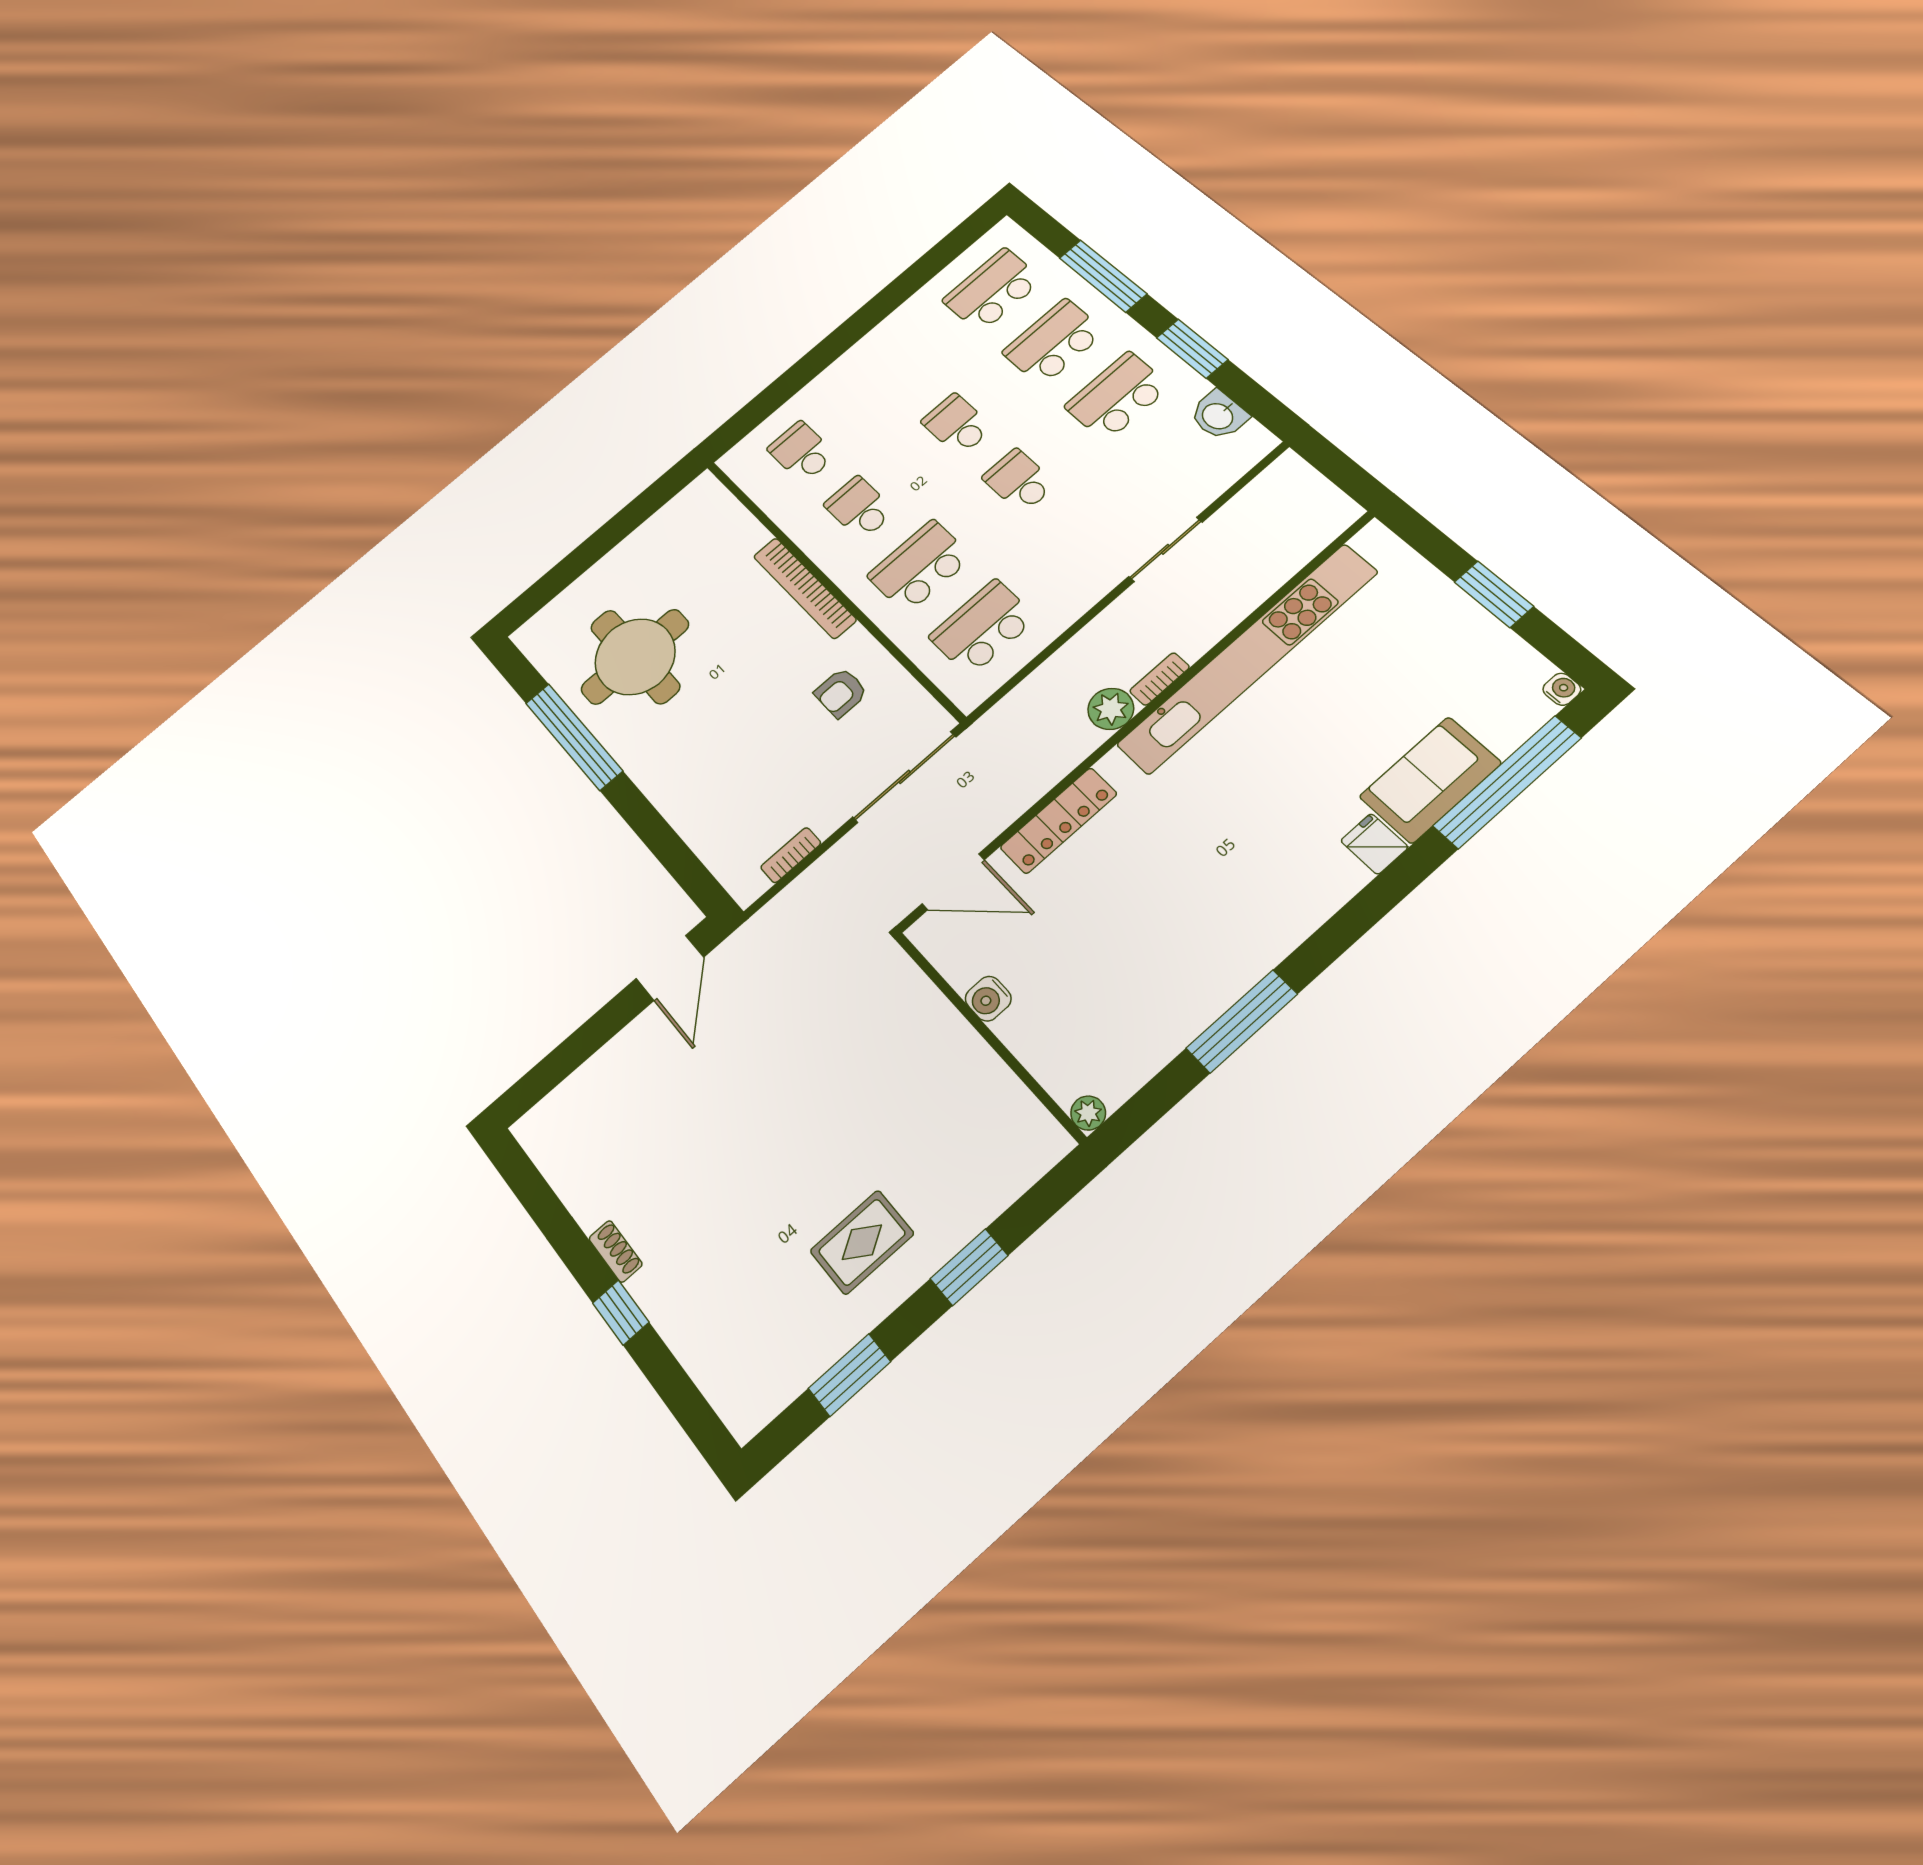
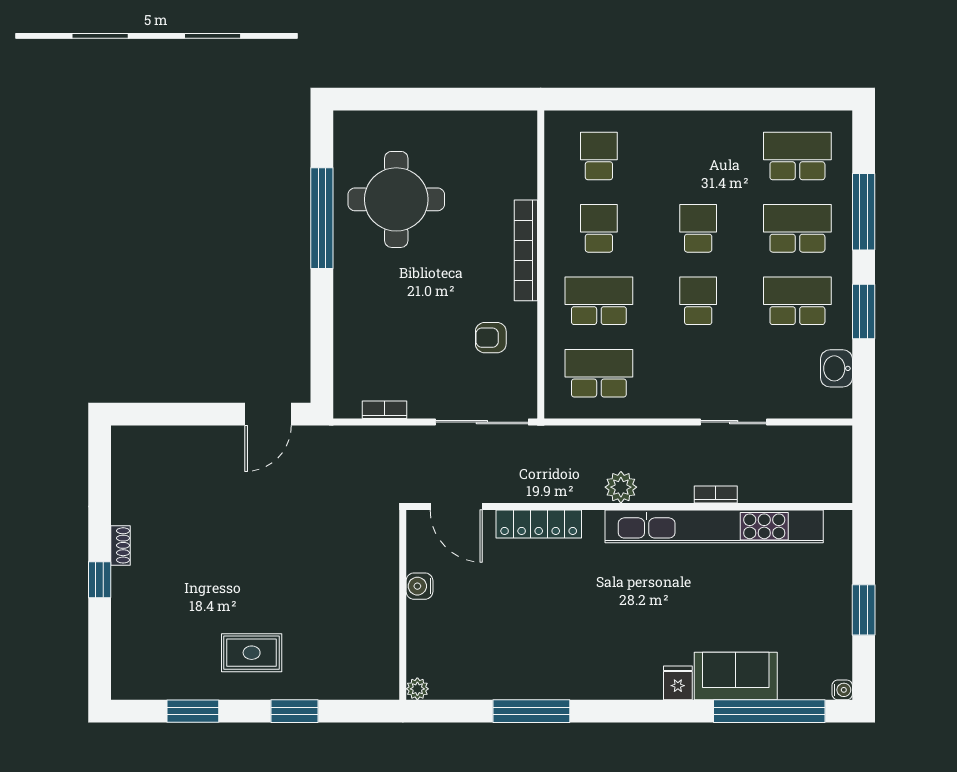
bookcase: (1160, 679) -> (716, 494), moved

